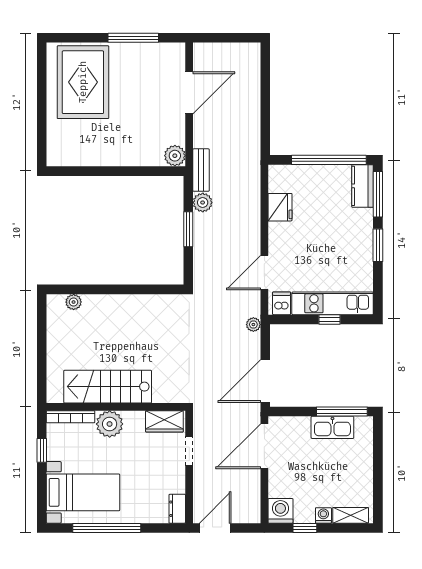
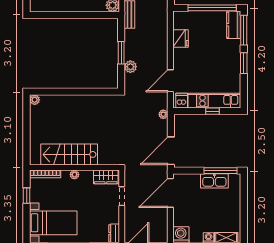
plant: (203, 202) -> (130, 67), moved
plant: (74, 302) -> (35, 100), moved
plant: (110, 424) -> (74, 175), width x0.53, depth x0.53

